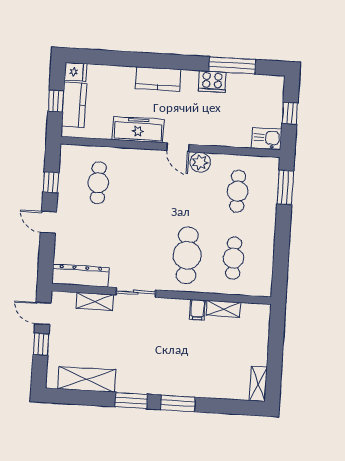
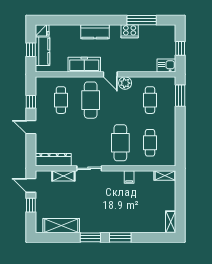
cafe table: (145, 186) -> (91, 100), added
shelving: (223, 309) -> (165, 175), moved

